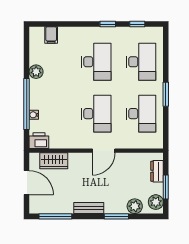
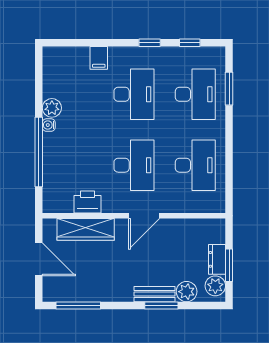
filing cabinet: (51, 35) -> (99, 58), moved
window: (166, 94) -> (229, 89), moved
water cooler: (34, 115) -> (49, 125), moved
printer: (39, 141) -> (88, 202), moved
wardrobe: (54, 161) -> (86, 229), width x1.50
dresser: (157, 171) -> (217, 259), moved
bench: (89, 208) -> (155, 294), moved

